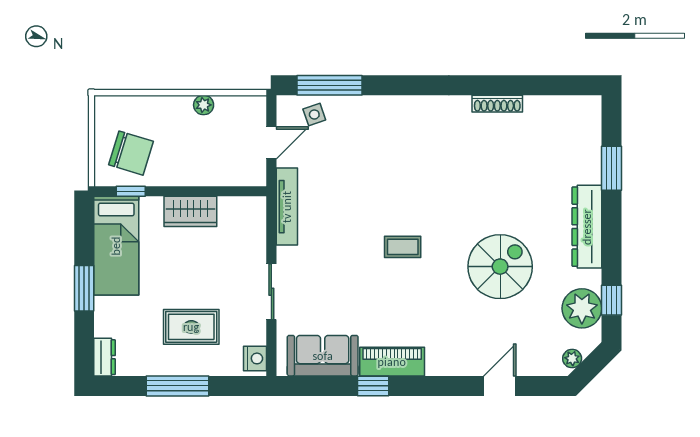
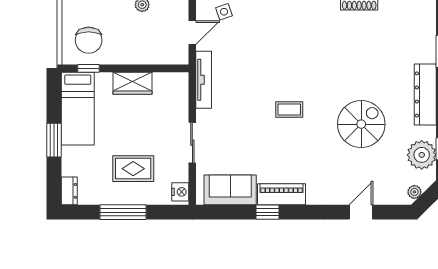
chair: (131, 153) -> (89, 40), turned 73

